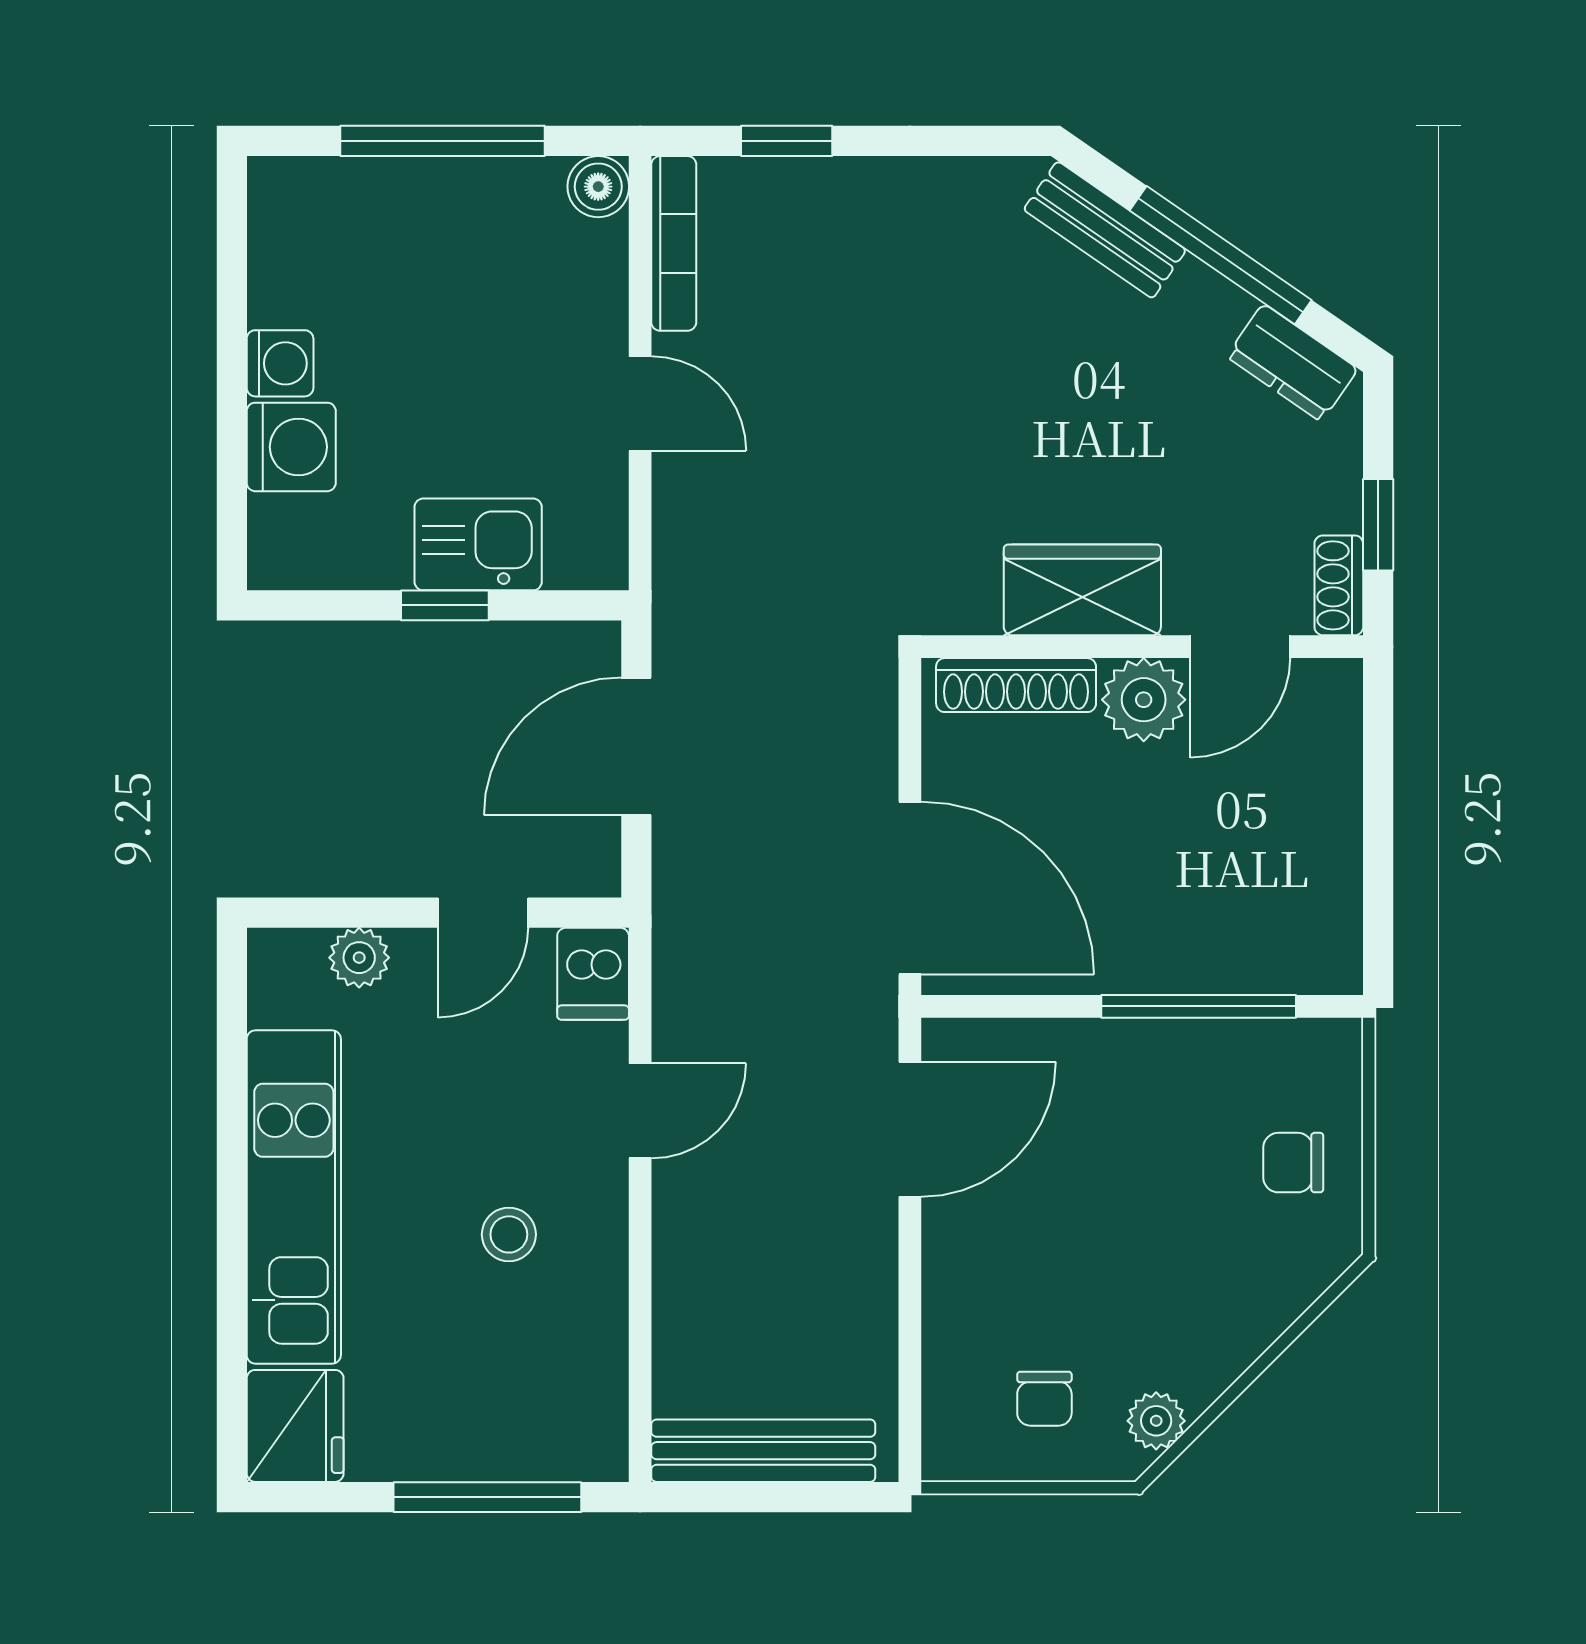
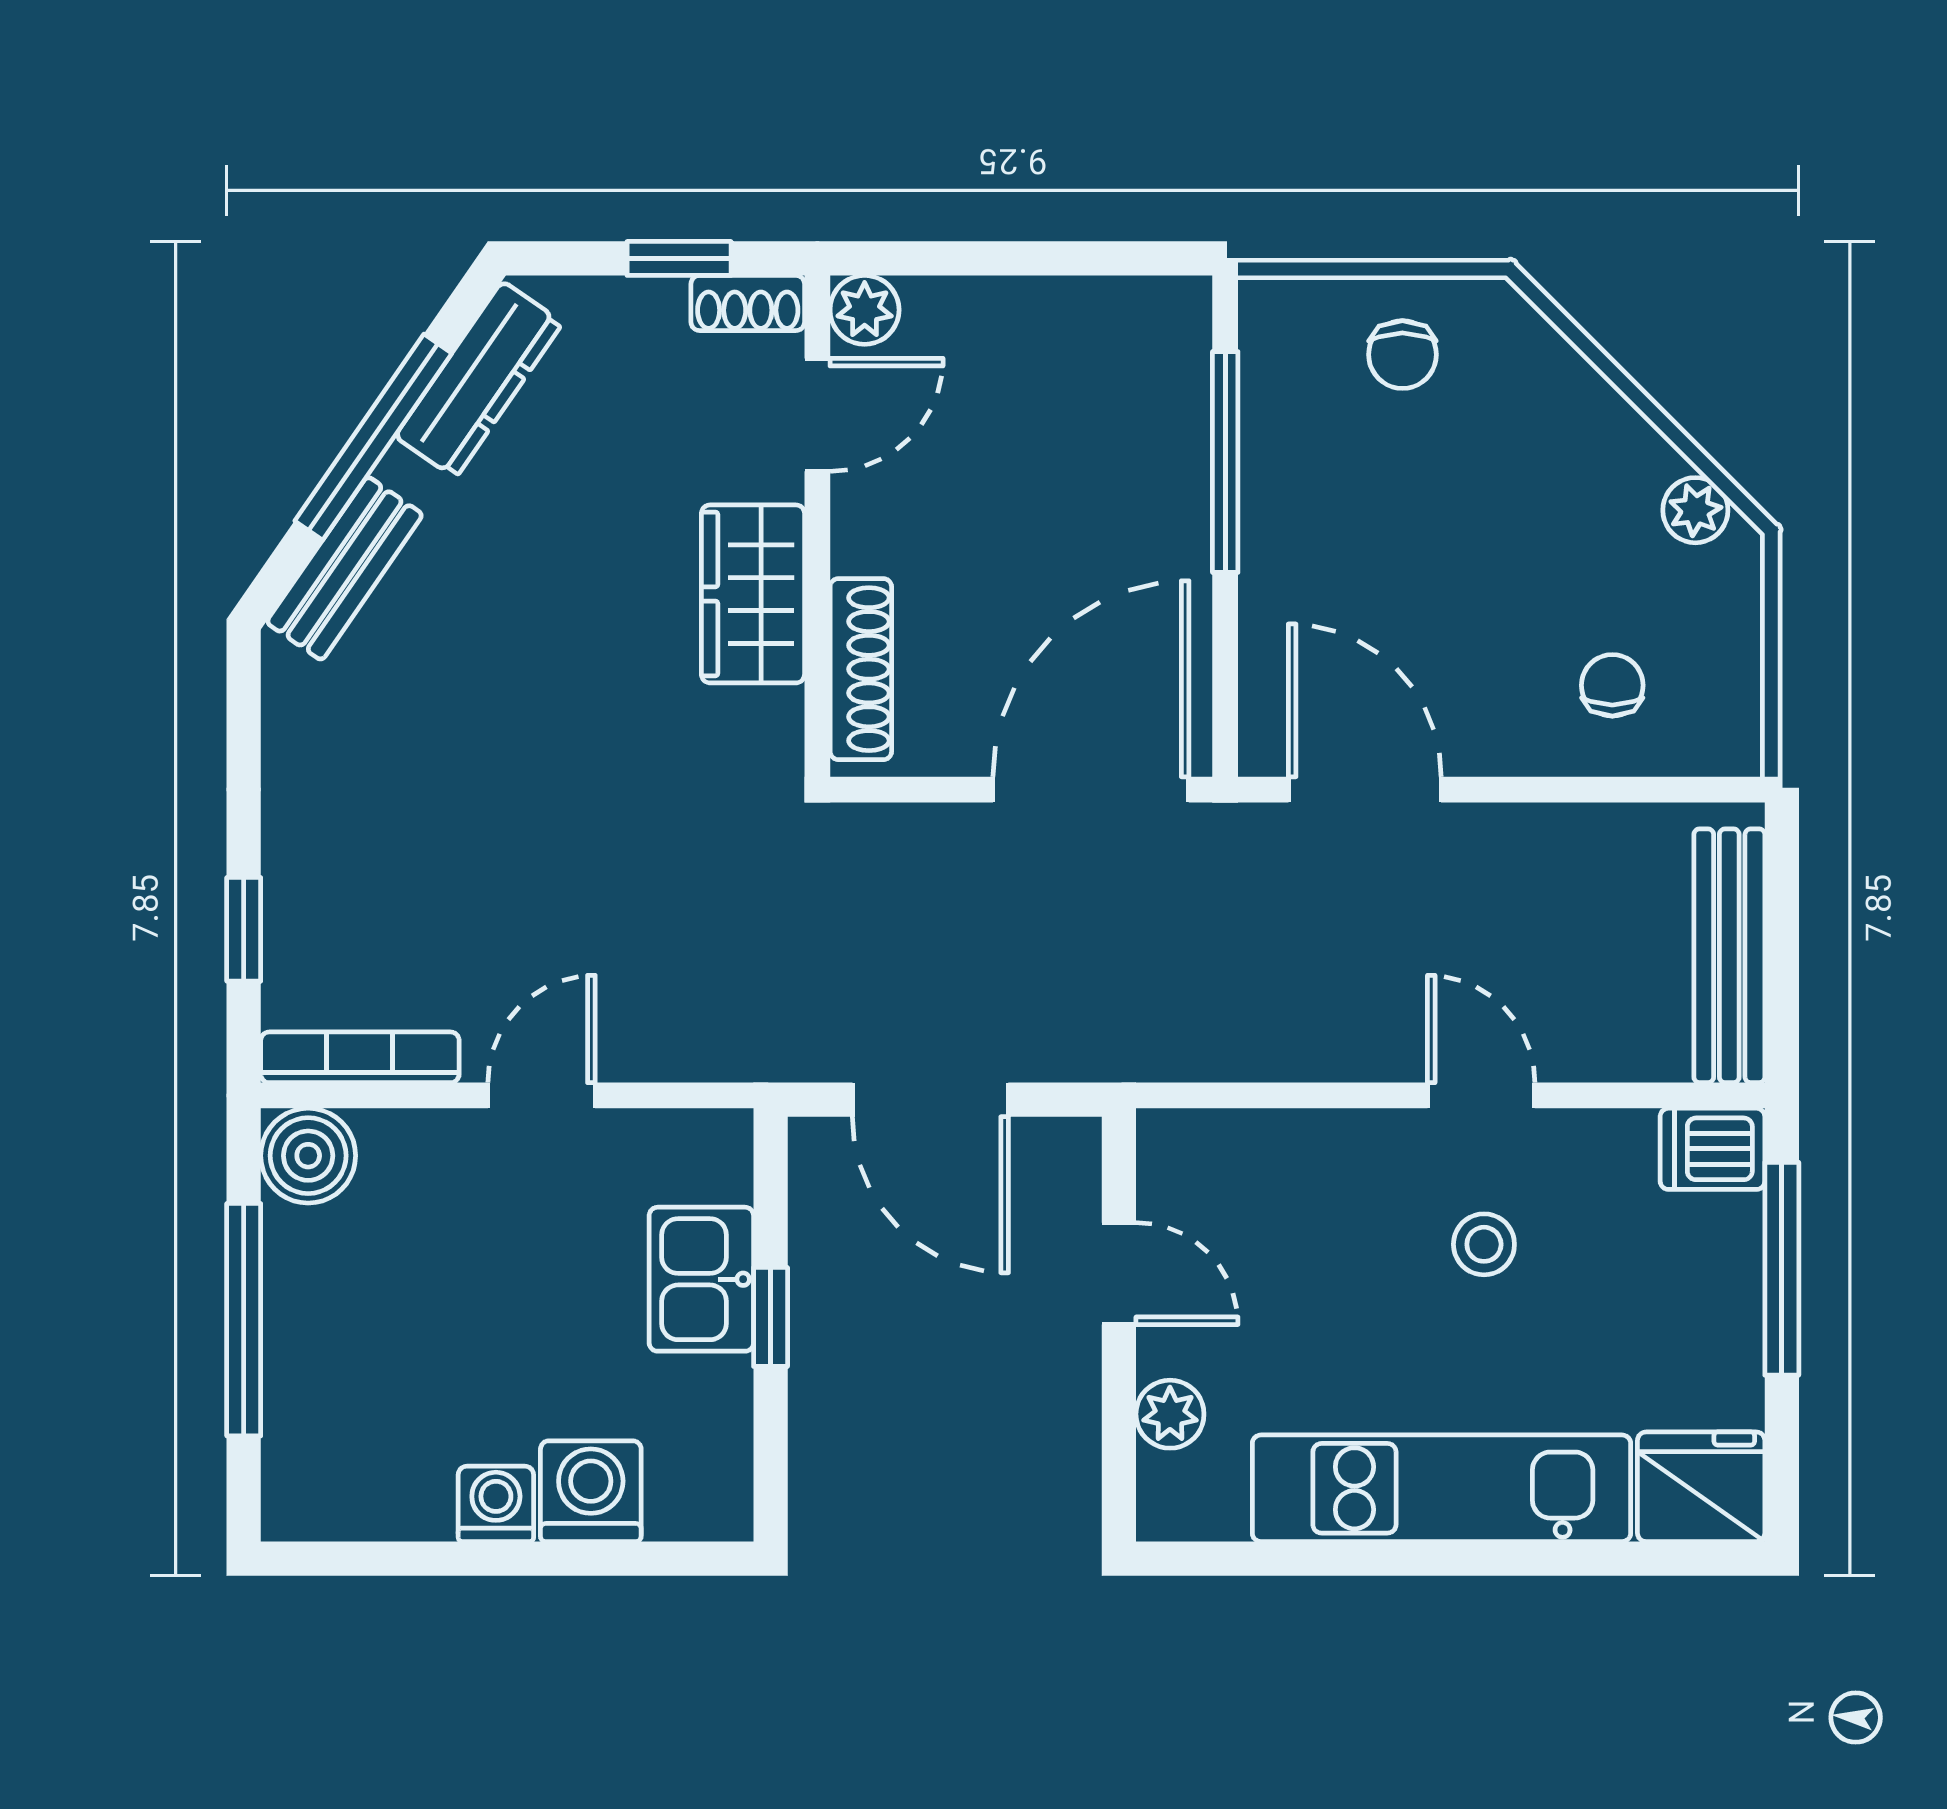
boiler: (598, 187) -> (308, 1156), width x1.36, depth x1.36
dresser: (1292, 363) -> (479, 380), width x1.44
door: (1240, 647) -> (817, 415), hinge flipped
plant: (1144, 700) -> (865, 310), moved, width x0.73, depth x0.73
dishwasher: (593, 974) -> (1712, 1149), moved, turned 180
door: (640, 1111) -> (1481, 1095), moved
chair: (1044, 1399) -> (1612, 685), moved, turned -90

